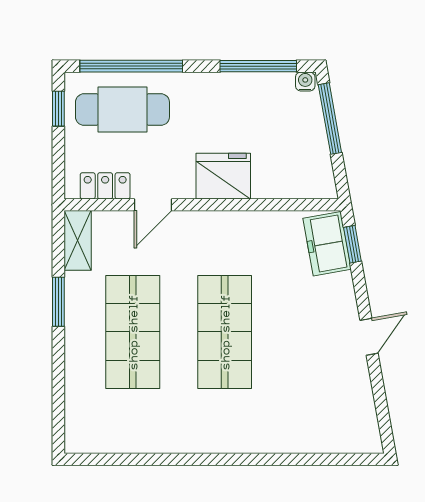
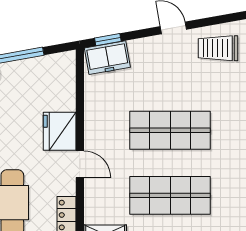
door: (153, 205) -> (80, 164), moved
trolley: (340, 400) -> (218, 48), added

